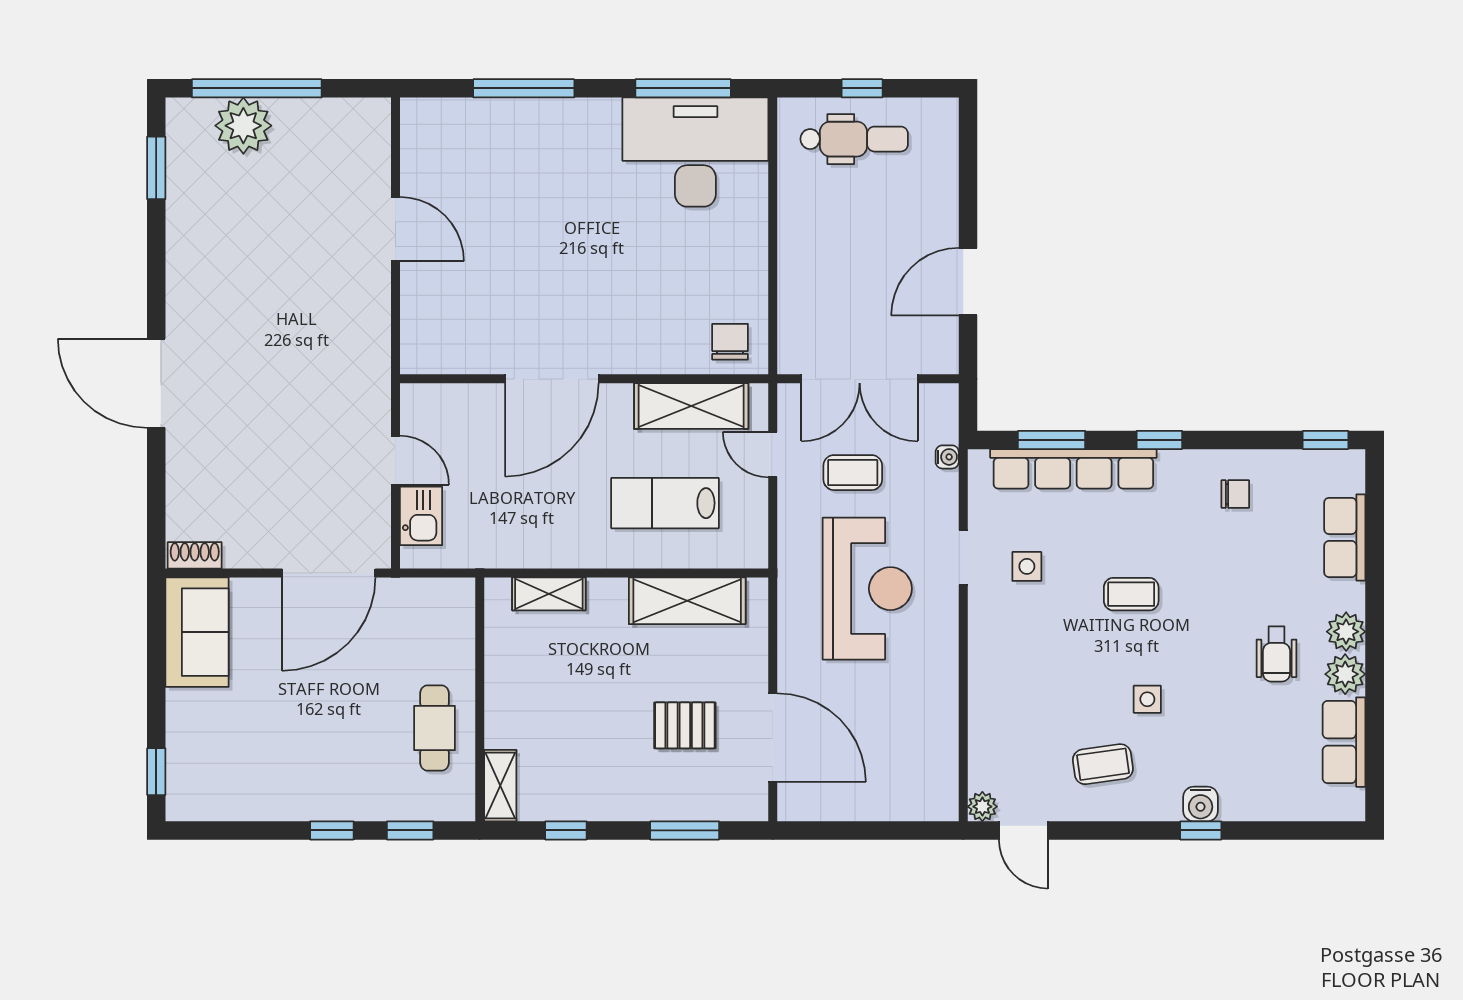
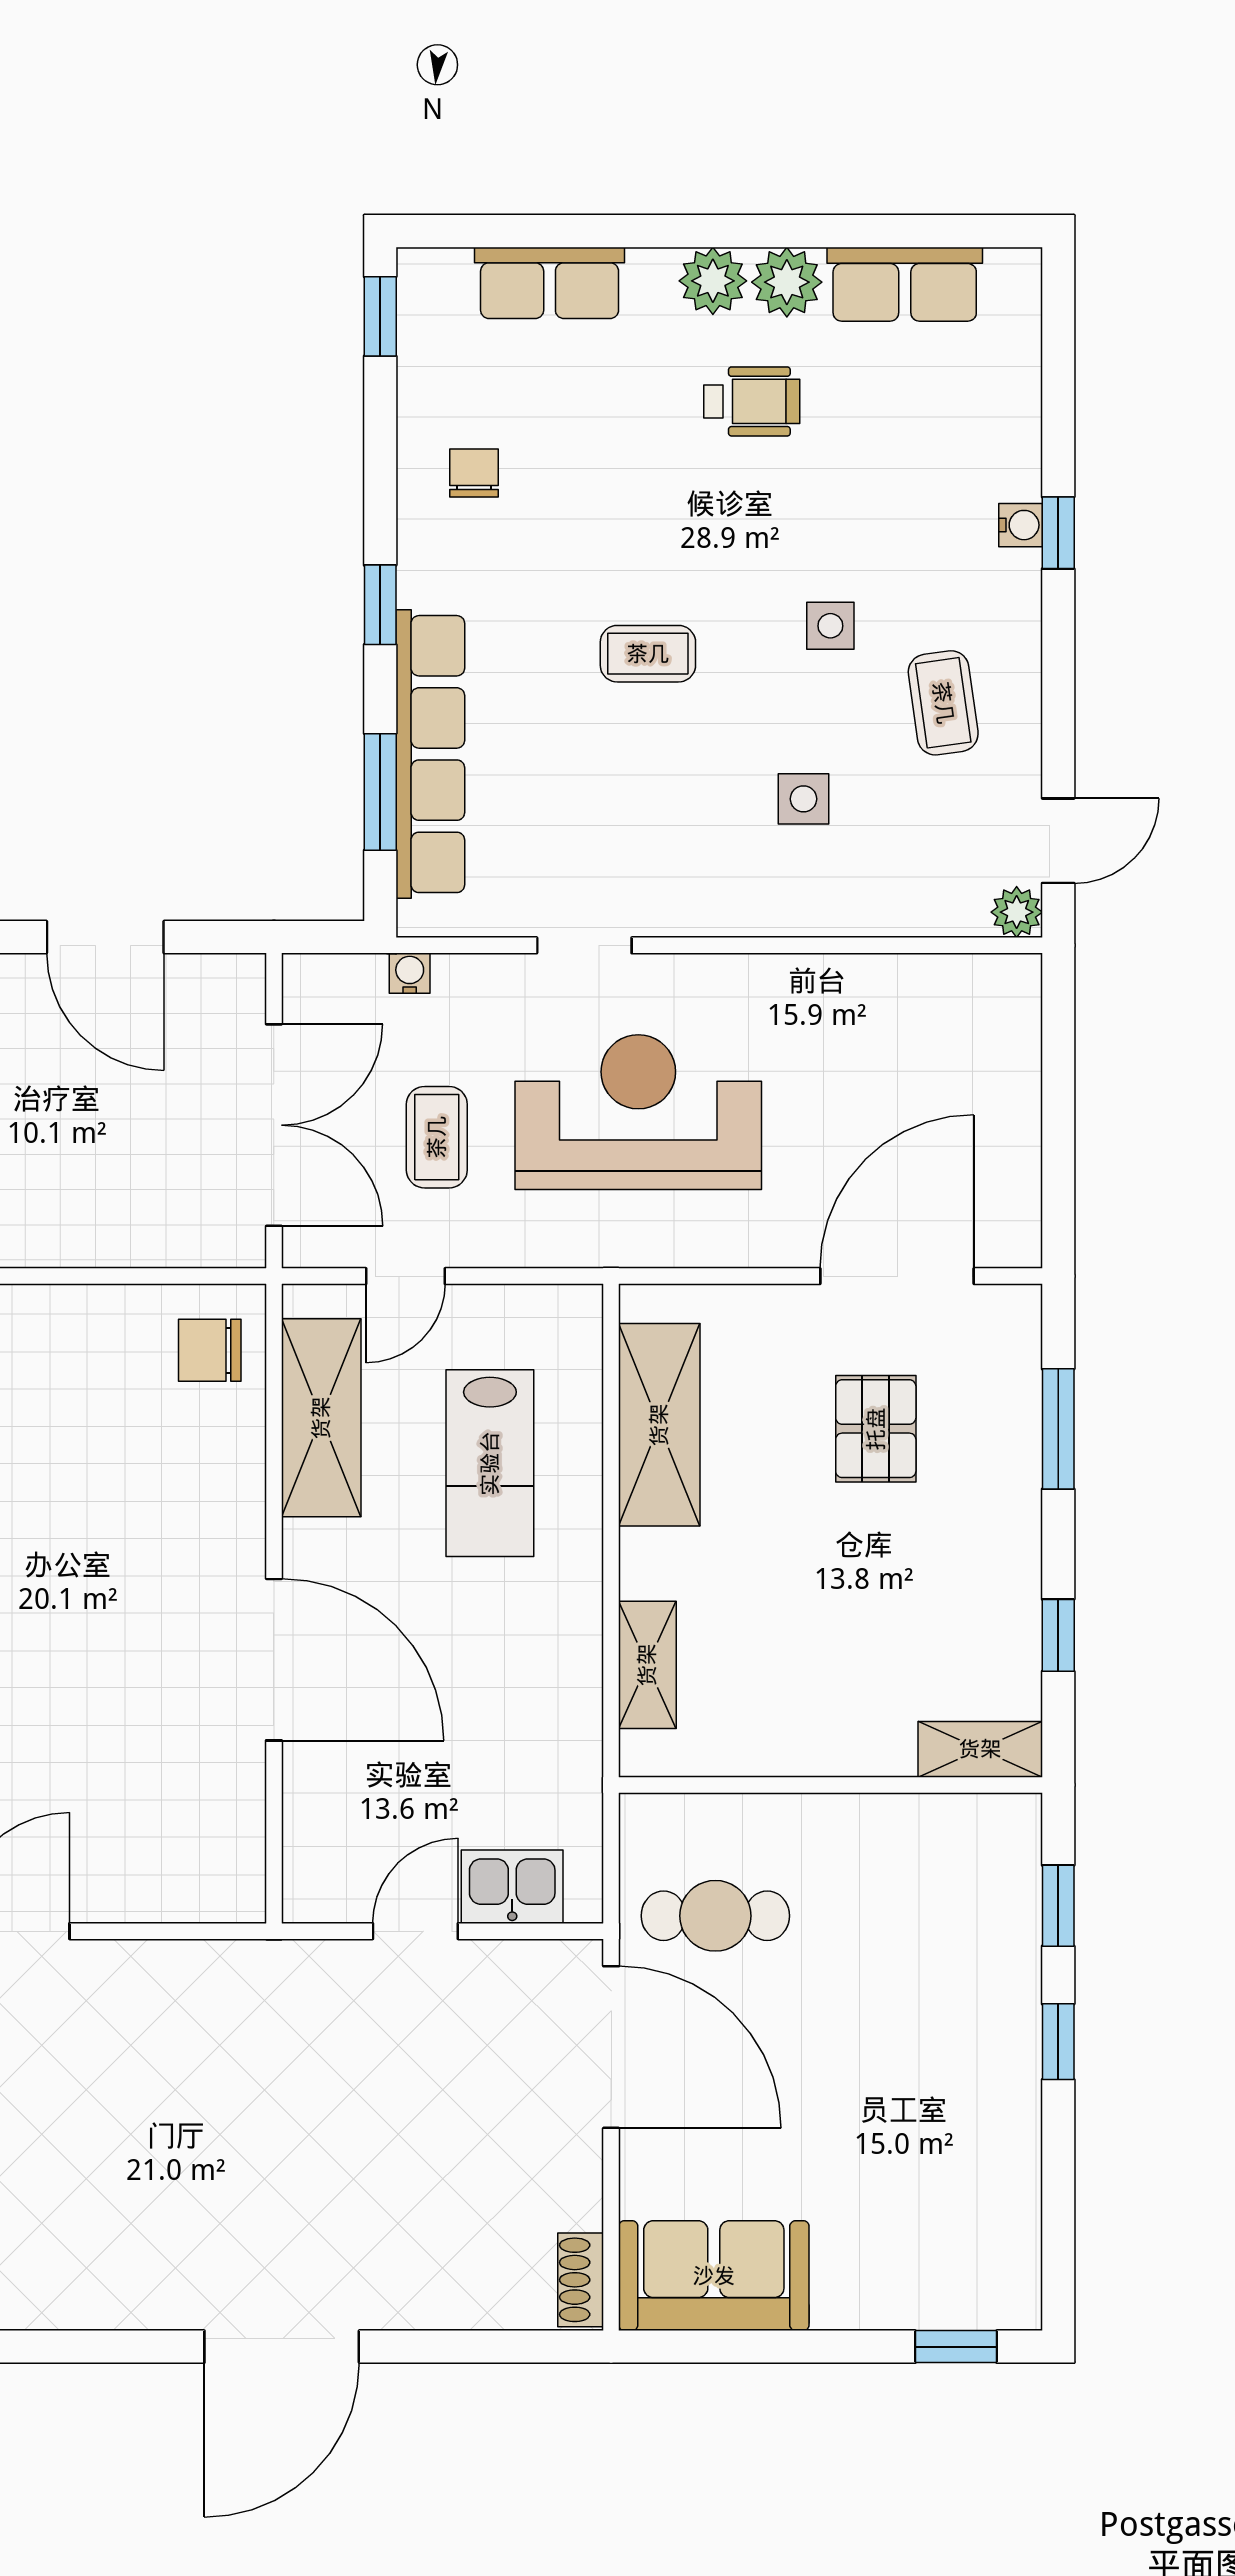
side table: (1027, 566) -> (803, 799), moved
coffee table: (1131, 594) -> (648, 654), turned 90
cafe table: (434, 728) -> (715, 1916), moved
water cooler: (1201, 804) -> (1021, 525), width x0.72, depth x0.72

